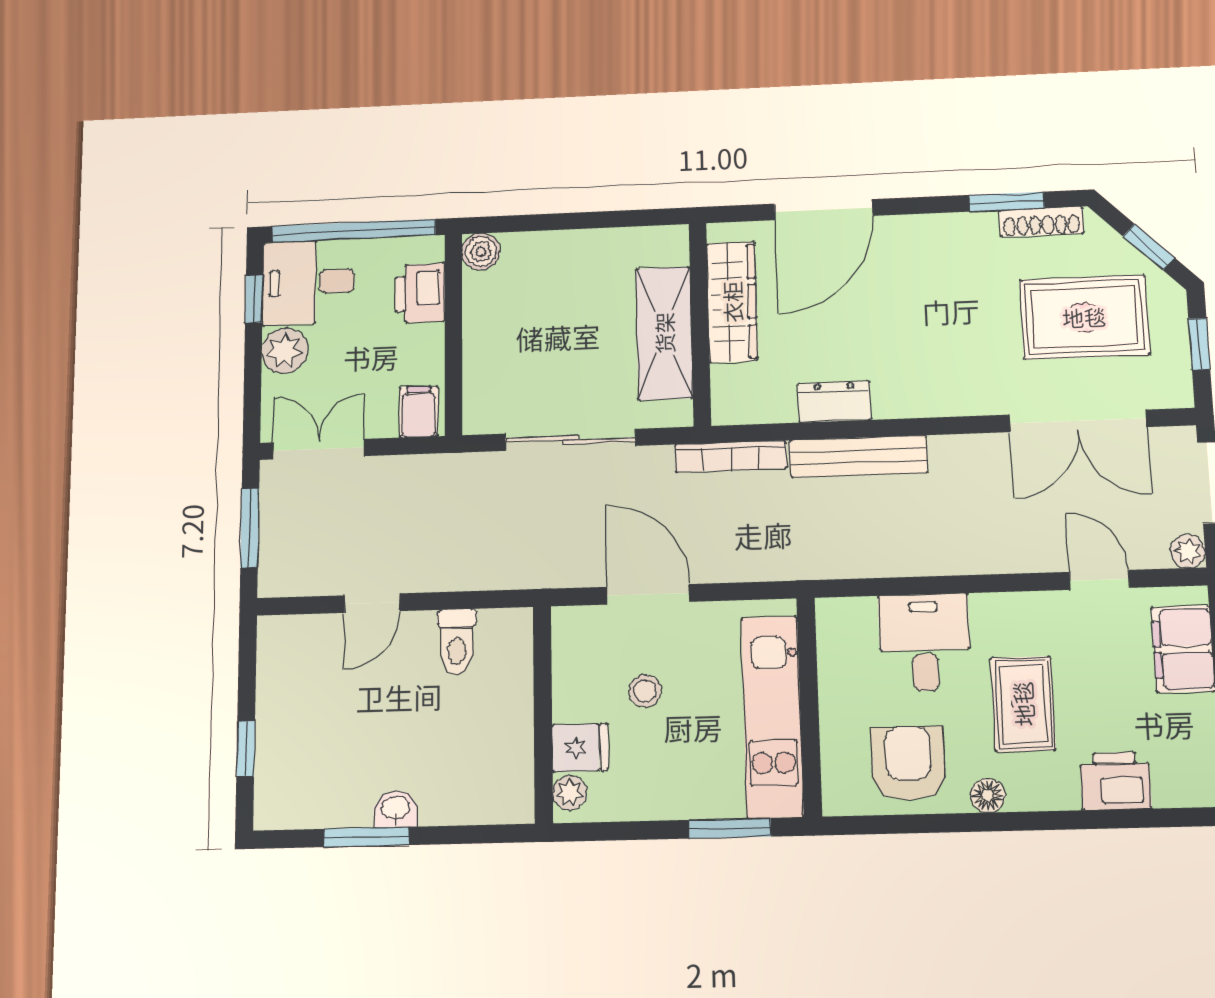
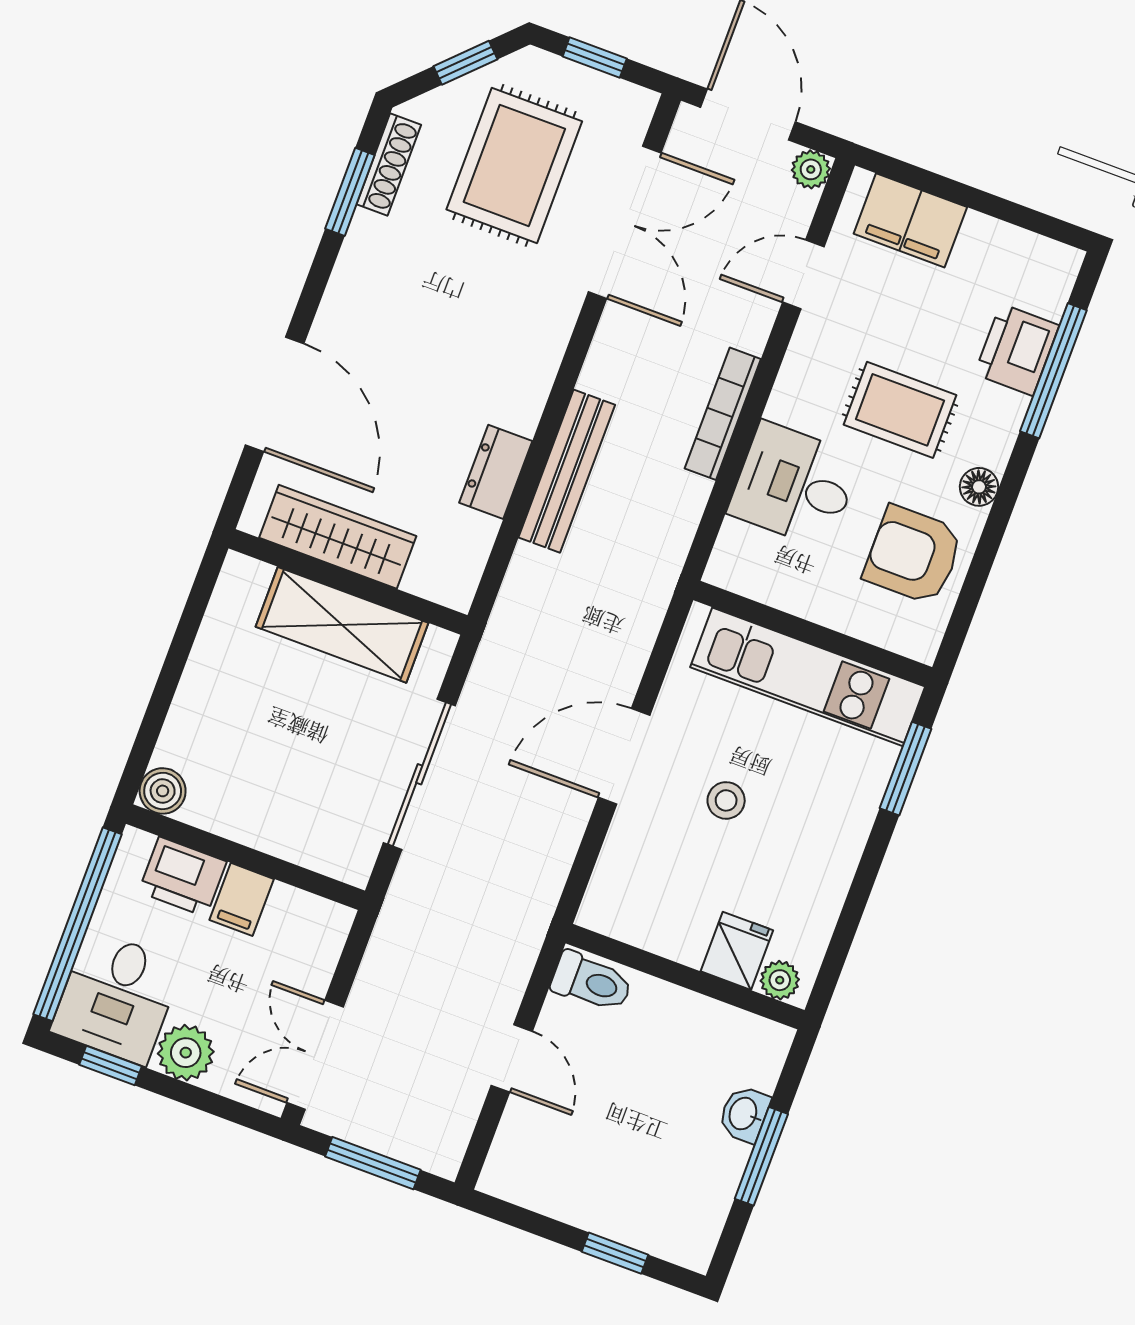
filing cabinet: (419, 412) -> (242, 899), moved, turned -90
bookcase: (731, 456) -> (723, 414), moved, turned 180
wall: (543, 714) -> (685, 977), moved
fridge: (580, 748) -> (737, 951), moved
plant: (570, 793) -> (780, 980), moved
window: (1111, 819) -> (1053, 371), added

